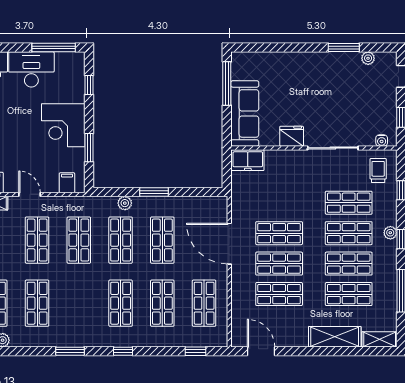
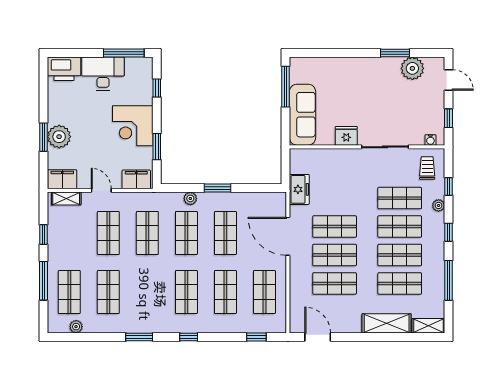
plant: (368, 58) -> (412, 68), width x1.88, depth x1.88
freezer: (248, 160) -> (299, 189), moved, turned -90
filing cabinet: (67, 183) -> (136, 179), width x2.00
plant: (390, 233) -> (439, 205), moved

